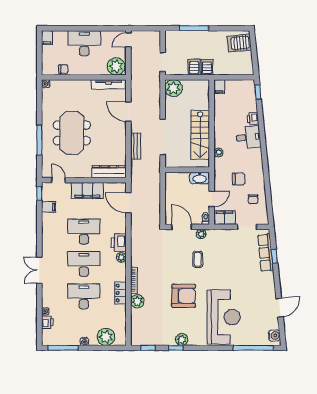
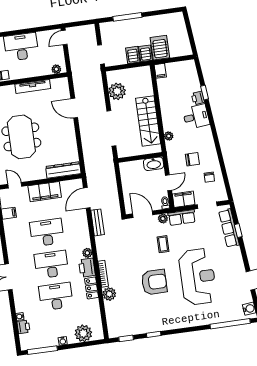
server rack: (239, 43) -> (160, 48), moved, turned 96
plant: (116, 66) -> (56, 69), width x0.53, depth x0.53
tv unit: (109, 84) -> (33, 86), moved
plant: (173, 88) -> (117, 91), moved
window: (258, 92) -> (205, 93), moved
bench: (136, 146) -> (98, 222), moved
door: (128, 203) -> (87, 198), hinge flipped
row of seats: (220, 235) -> (182, 218), added
printer: (119, 243) -> (87, 268), moved
reception desk: (224, 317) -> (198, 277), moved
plant: (182, 340) -> (158, 325), removed

